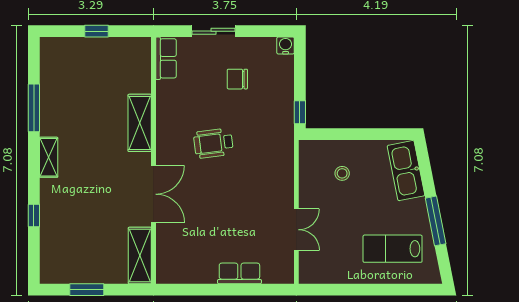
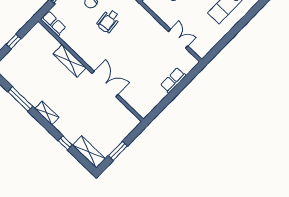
wheelchair: (213, 143) -> (108, 21), moved
shelving: (140, 255) -> (89, 152), moved

